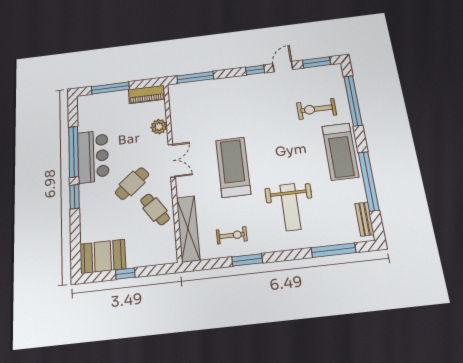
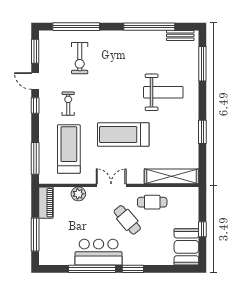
treadmill: (340, 151) -> (69, 149), moved, turned -90
cafe table: (155, 209) -> (152, 202), turned 34
exercise bike: (232, 235) -> (68, 104), moved

